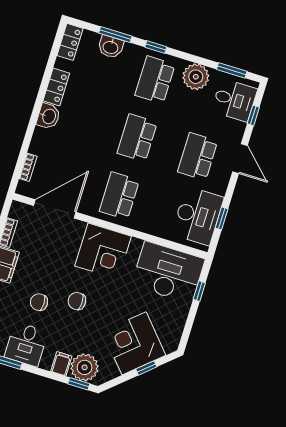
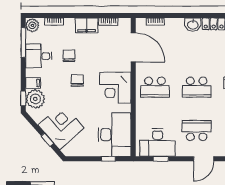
school desk: (137, 138) -> (197, 87), turned 180
school desk: (119, 196) -> (155, 87), turned 180

